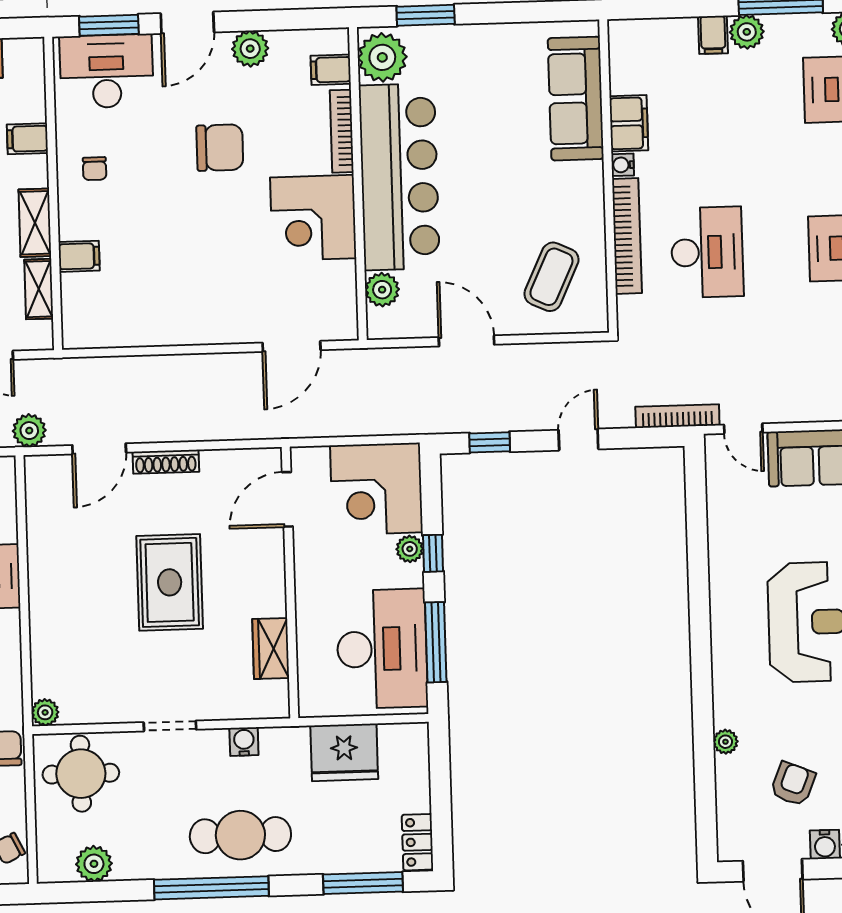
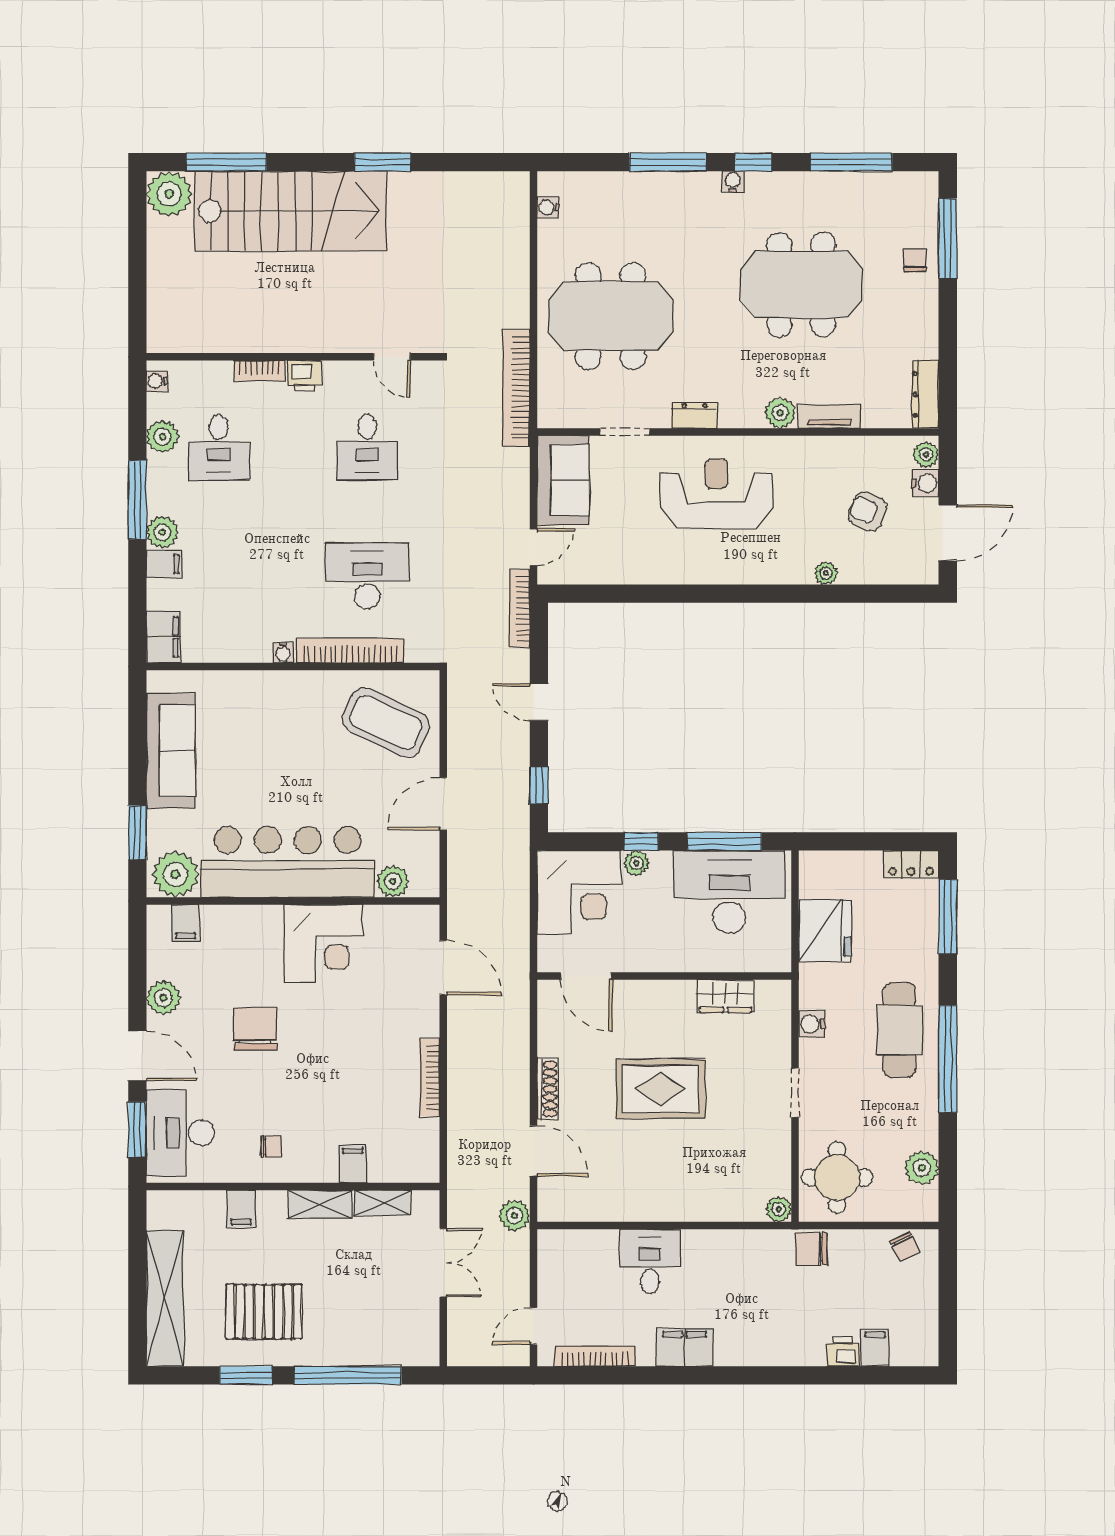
sofa: (576, 99) -> (171, 751), moved, turned -90
filing cabinet: (629, 123) -> (164, 637), moved, turned 90
bookcase: (342, 131) -> (430, 1077), moved, turned 90
coffee table: (551, 277) -> (386, 722), width x1.36, depth x1.32

